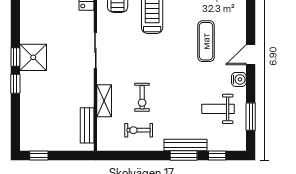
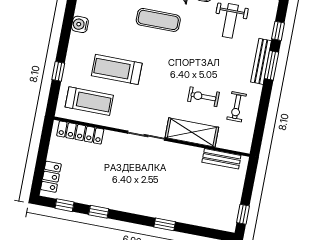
window: (15, 57) -> (99, 212), moved
shower: (33, 57) -> (141, 201), removed
exercise bike: (142, 97) -> (203, 97), turned 180
shelving: (104, 101) -> (192, 132), width x1.50, depth x1.33

